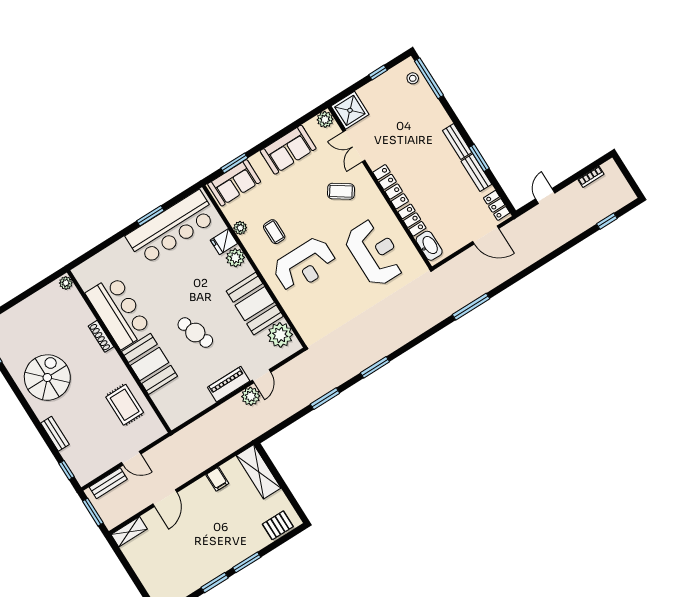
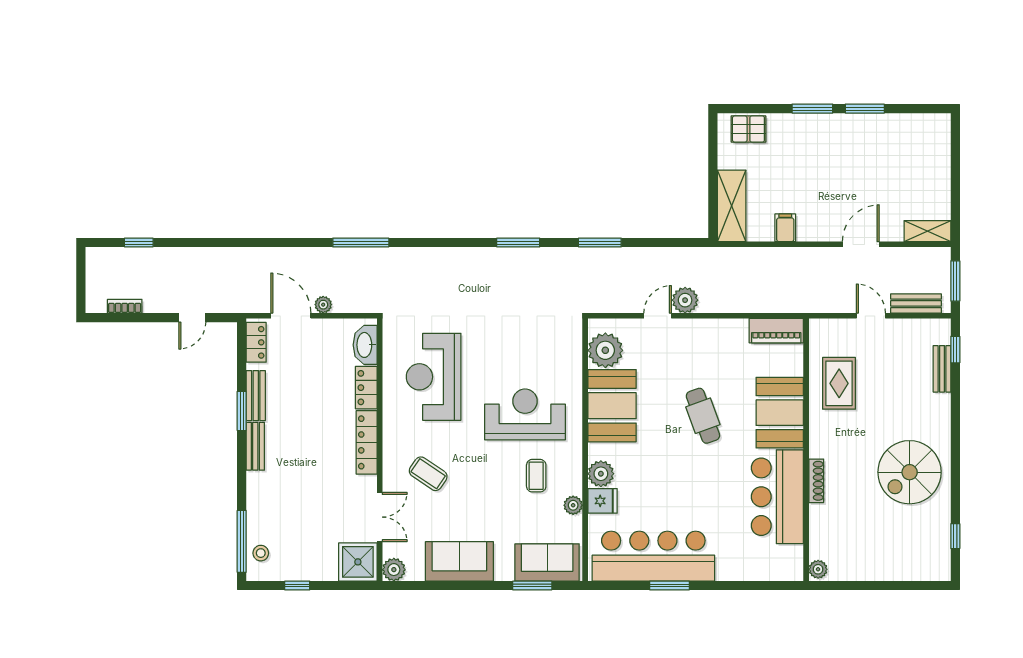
plant: (470, 254) -> (323, 305), added
piano: (229, 384) -> (776, 331), moved
bench: (55, 434) -> (942, 369), moved

